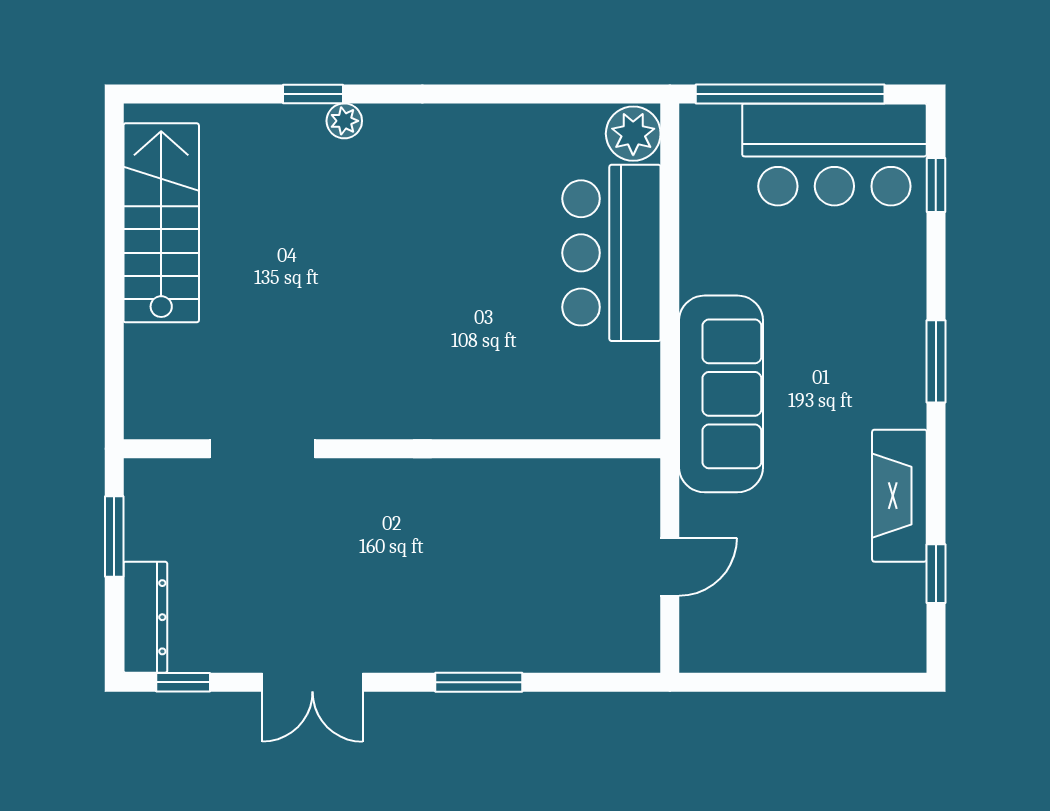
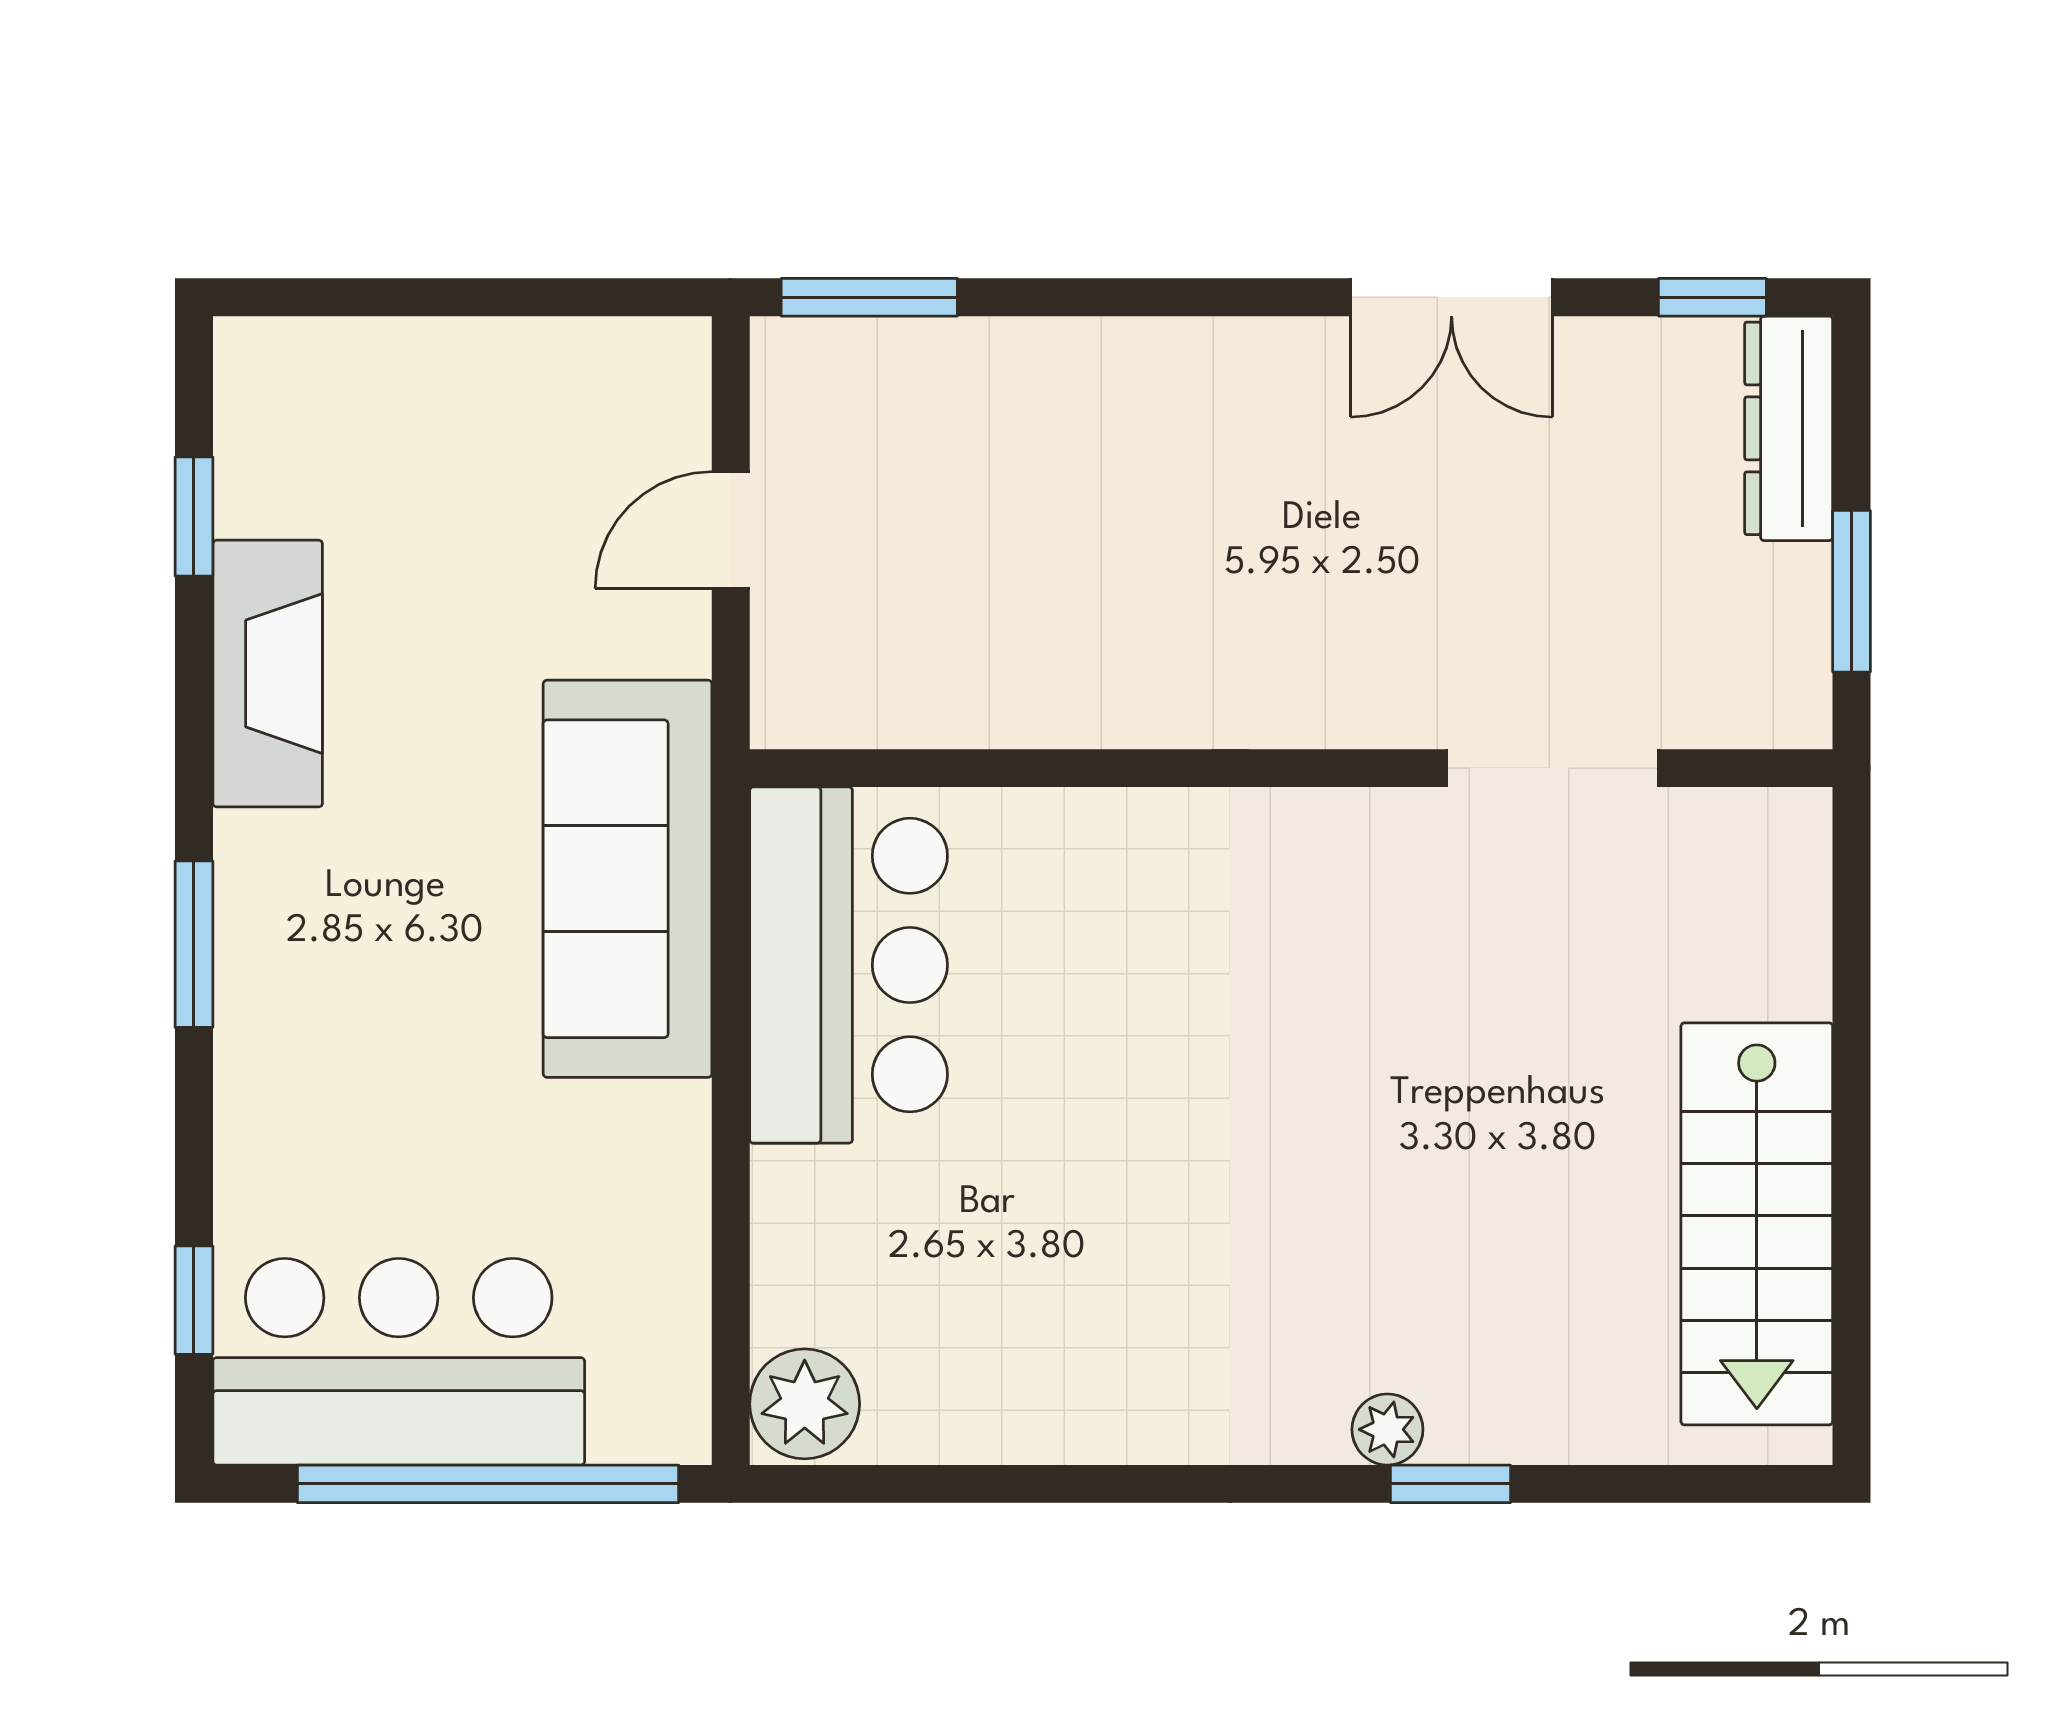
bar counter: (611, 253) -> (849, 965), moved
double door: (312, 682) -> (1452, 297), swing flipped
window: (479, 682) -> (869, 297), moved

